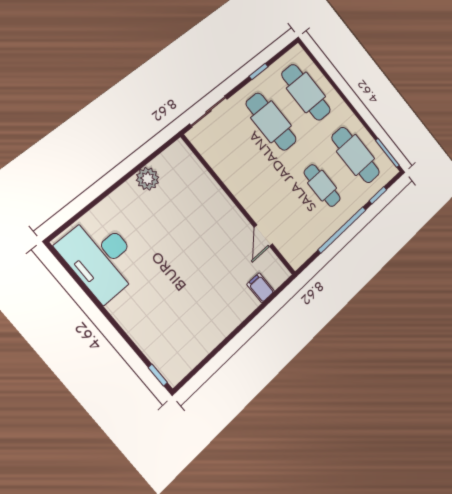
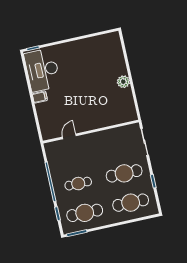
plant: (148, 179) -> (123, 82), moved
door: (263, 236) -> (69, 136), hinge flipped
desk: (101, 257) -> (42, 70), moved, turned -90
filing cabinet: (261, 288) -> (40, 97), moved

